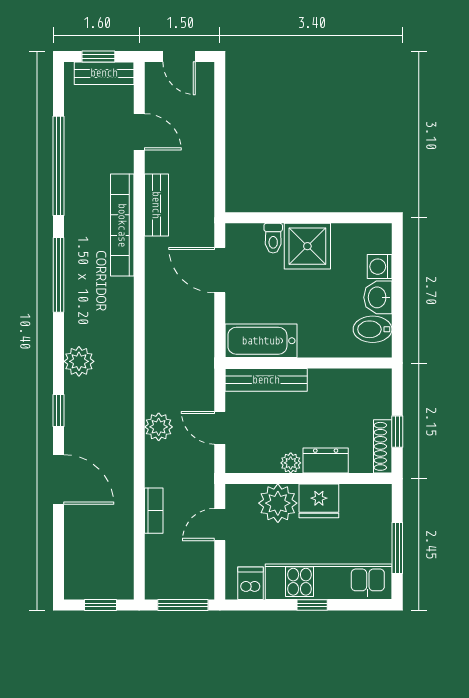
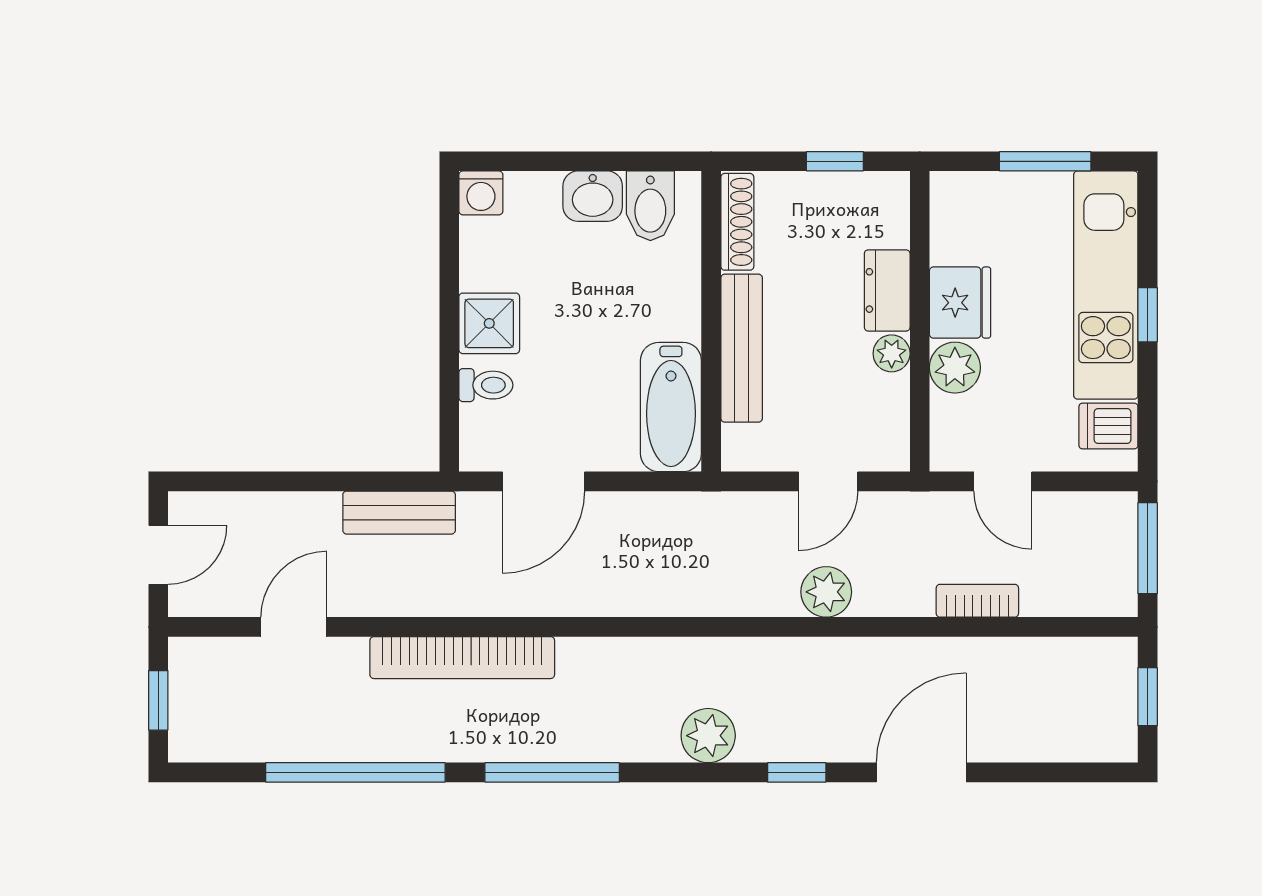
bench: (104, 73) -> (188, 690), removed
bench: (156, 205) -> (399, 513), moved
shower: (307, 246) -> (489, 323), width x0.73, depth x0.73
washing machine: (380, 267) -> (481, 193), moved
bench: (266, 380) -> (742, 348), moved
shoe rack: (383, 446) -> (737, 222), moved, turned -90
plant: (278, 503) -> (955, 368), width x0.73, depth x0.73

